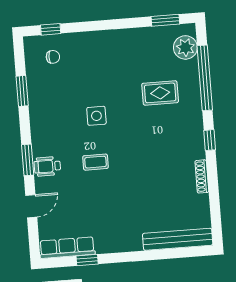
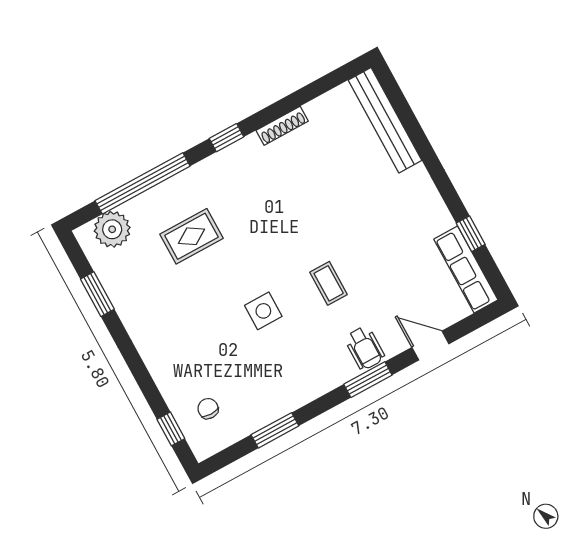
window: (165, 20) -> (97, 294), moved
rug: (160, 93) -> (191, 236), turned 90

